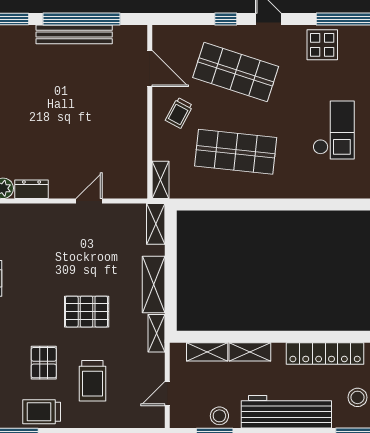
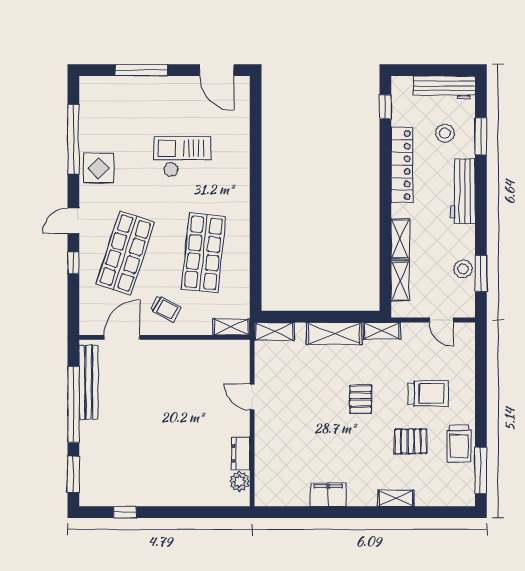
bench: (74, 34) -> (88, 382), moved
pallet: (87, 312) -> (361, 399), width x0.67, depth x0.71
workbench: (286, 412) -> (463, 191), width x0.73, depth x0.76

